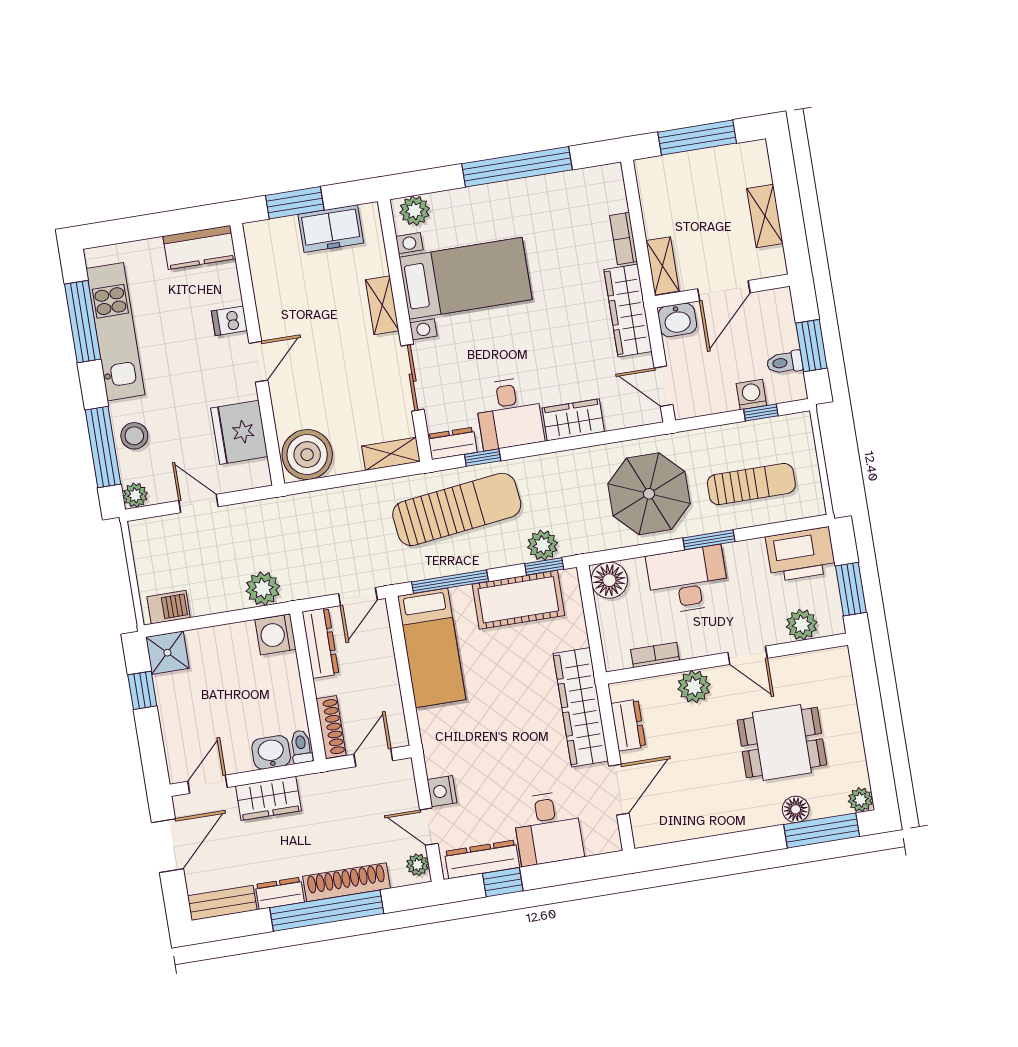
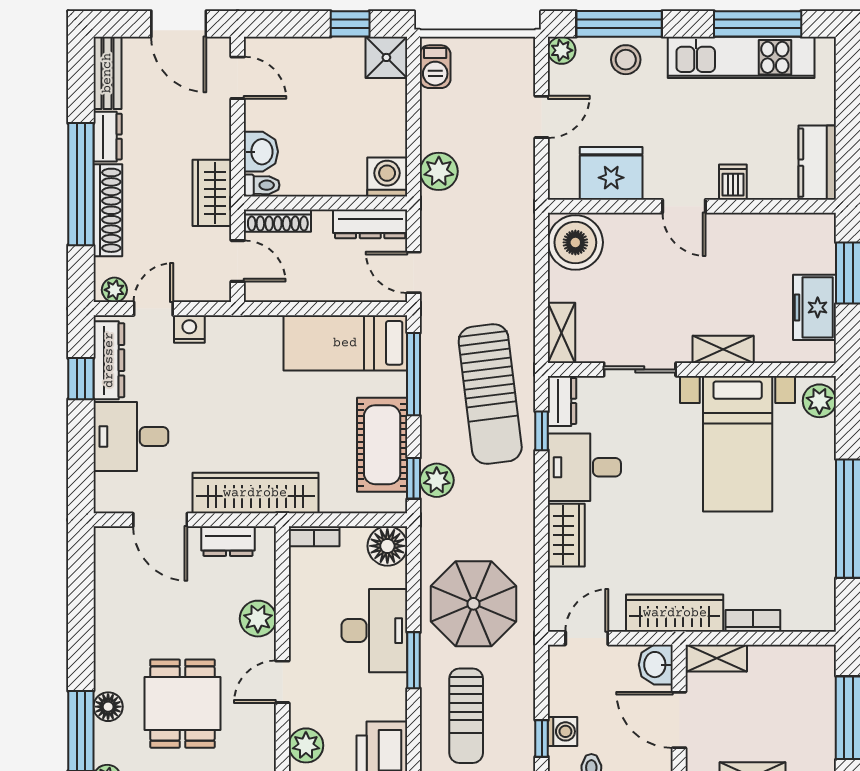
bookcase: (655, 655) -> (314, 536), moved, turned 90
wardrobe: (268, 798) -> (212, 193), moved

